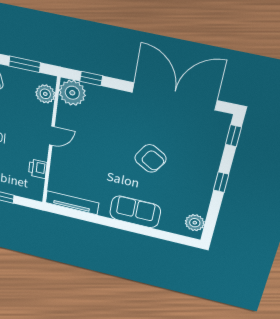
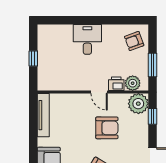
armchair: (98, 137) -> (107, 128), added
printer: (38, 169) -> (116, 84), moved

